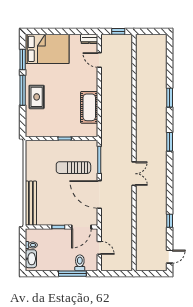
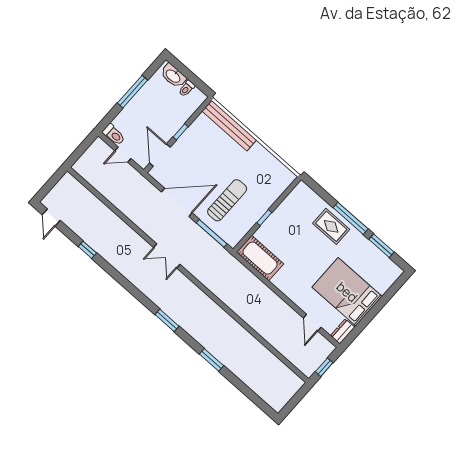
bed: (47, 49) -> (347, 292), moved, turned 90
door: (99, 60) -> (312, 323), swing flipped
cot: (89, 107) -> (260, 258), moved
toilet: (80, 263) -> (114, 135), moved
window: (72, 274) -> (133, 92), moved

